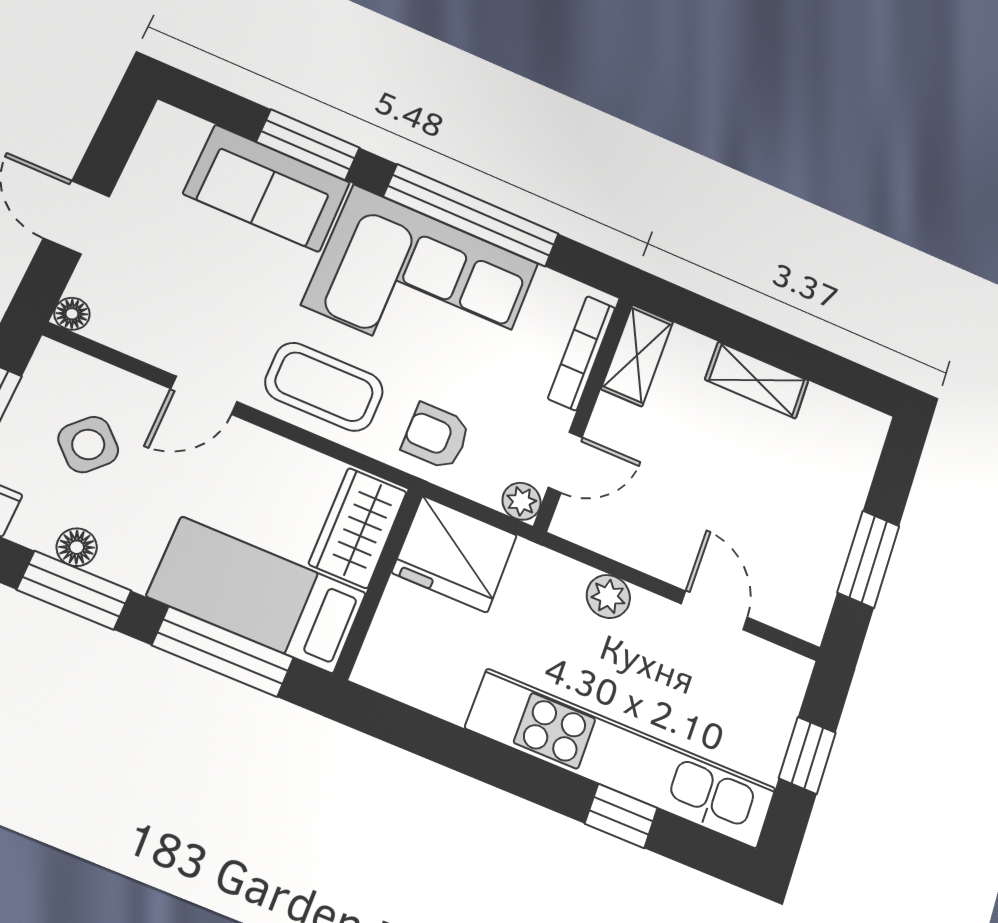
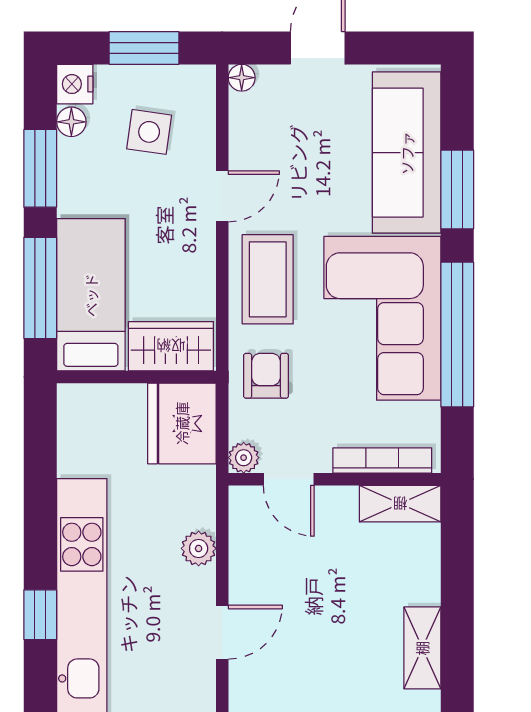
sofa: (267, 188) -> (407, 153), width x1.36
shelving: (757, 380) -> (422, 648), moved
door: (204, 395) -> (222, 196), swing flipped
side table: (88, 444) -> (149, 132), turned -36
floor lamp: (77, 547) -> (71, 122), moved

